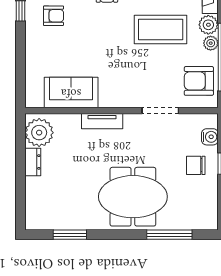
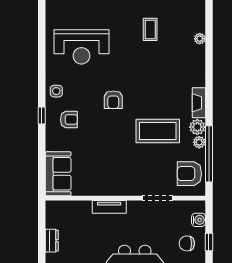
sofa: (71, 93) -> (58, 174), moved, turned 90
plant: (39, 133) -> (57, 216), removed

